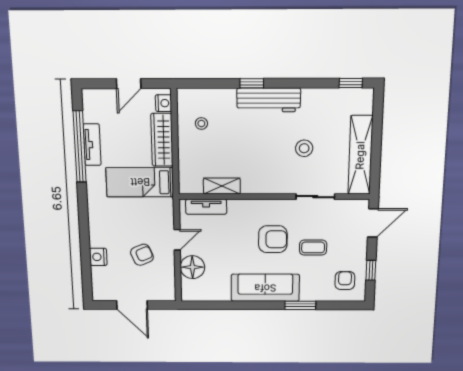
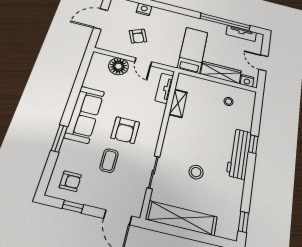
tv unit: (92, 145) -> (241, 33), moved

